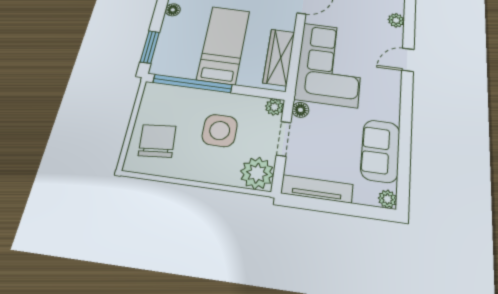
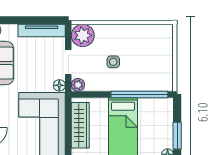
window: (150, 47) -> (177, 136), moved
side table: (220, 130) -> (113, 62), width x0.54, depth x0.54
chair: (157, 141) -> (154, 48), removed

